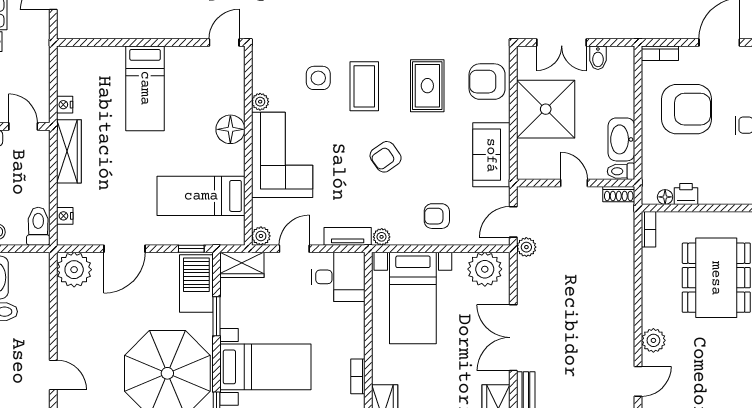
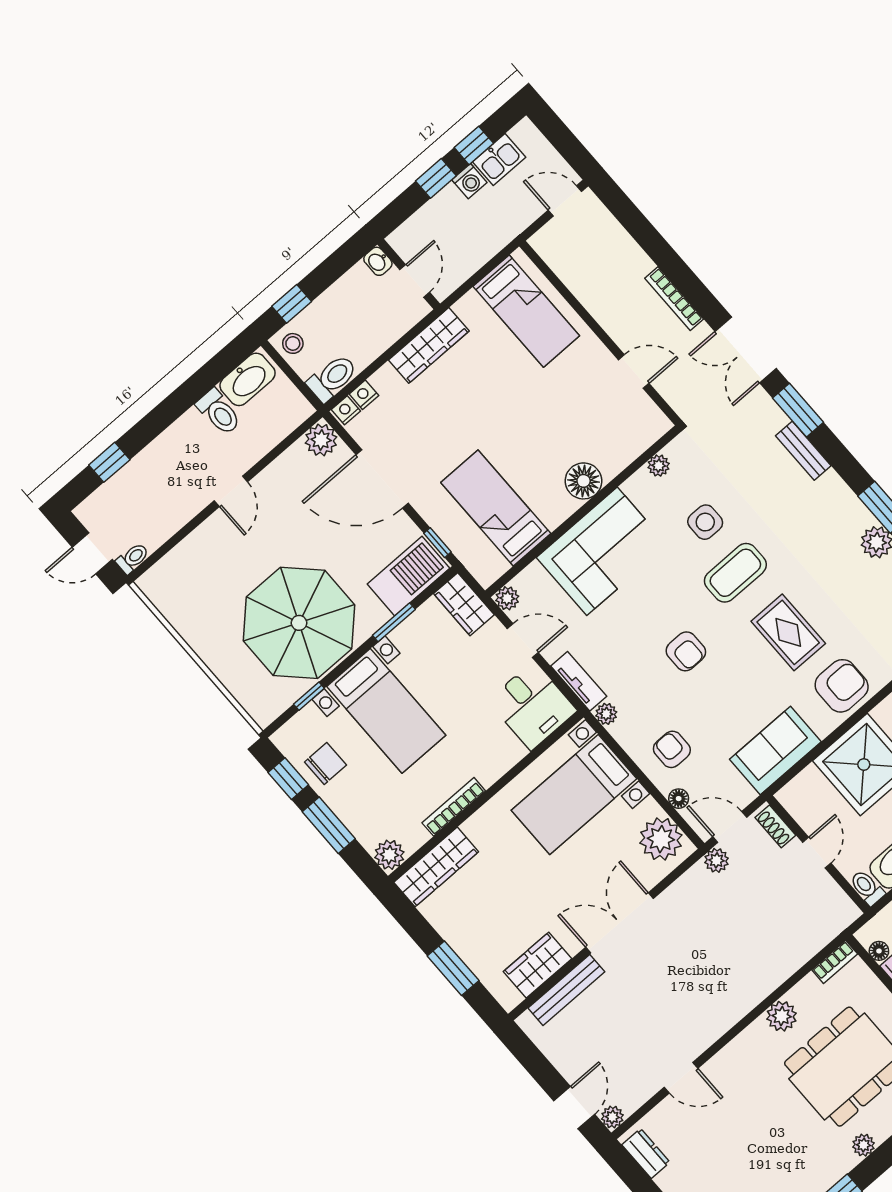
door: (224, 42) -> (634, 372), moved
armchair: (487, 82) -> (842, 686), turned 90
rug: (427, 86) -> (788, 632), turned 90
bed: (145, 88) -> (526, 311), moved, turned -90
plant: (260, 102) -> (659, 466), moved
nightstand: (65, 105) -> (346, 410), moved
armchair: (386, 157) -> (686, 651), turned -145
shoe rack: (619, 194) -> (775, 826), moved
floor lamp: (470, 238) -> (679, 799), added
door: (124, 249) -> (382, 479), width x1.36
plant: (74, 270) -> (321, 440), width x0.73, depth x0.73
plant: (653, 340) -> (782, 1016), moved
door: (53, 375) -> (231, 491), moved
bookcase: (358, 376) -> (454, 807), width x1.56

